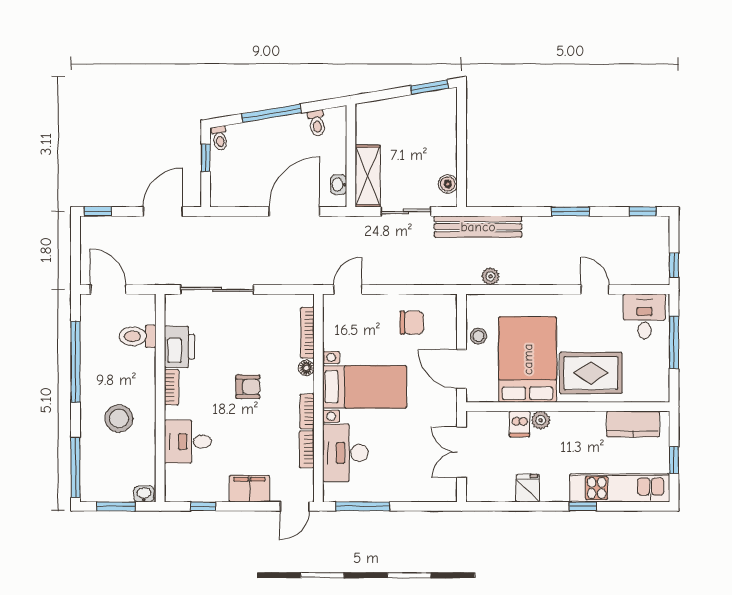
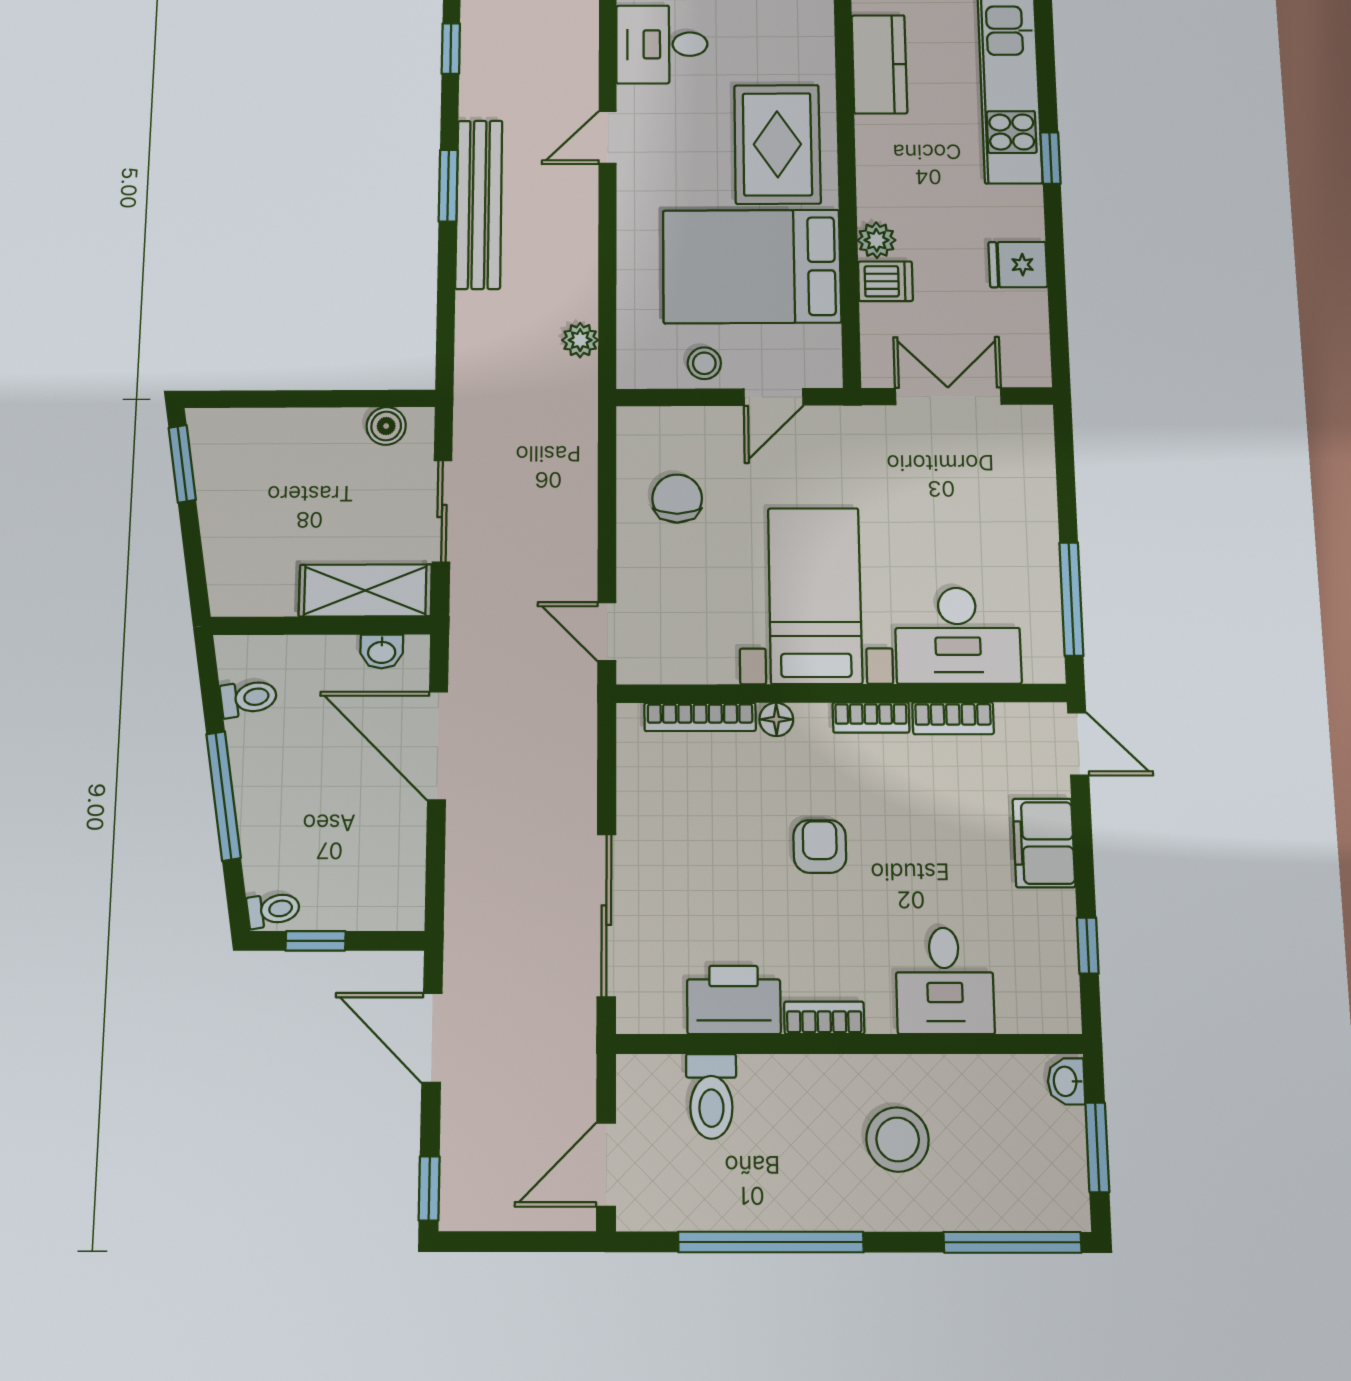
bench: (478, 227) -> (479, 204), moved
door: (462, 369) -> (774, 397), width x0.73
double door: (462, 452) -> (948, 396), swing flipped

